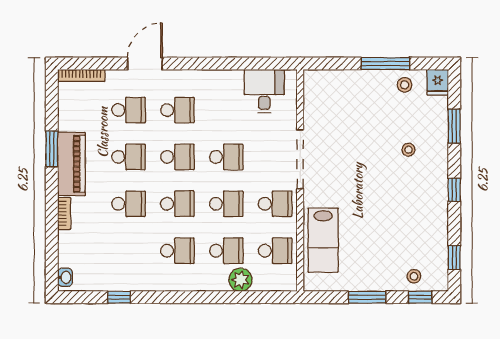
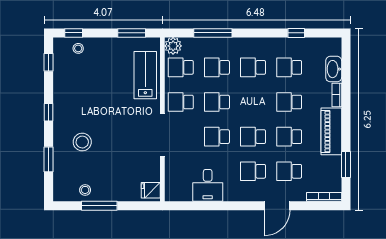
fridge: (438, 82) -> (151, 190), moved, turned -90
desk: (264, 91) -> (208, 185), moved
window: (52, 149) -> (346, 165), moved
stool: (408, 150) -> (82, 142), width x1.89, depth x1.89
school desk: (177, 204) -> (289, 67), moved
washbasin: (65, 277) -> (334, 69), moved, width x1.91, depth x1.45
plant: (240, 280) -> (173, 46), moved
window: (232, 297) -> (213, 33), added
window: (367, 297) -> (132, 33), moved

